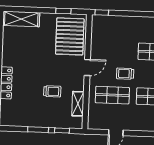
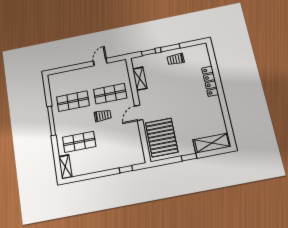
window: (63, 11) -> (189, 157), moved
window: (102, 12) -> (126, 169), moved
trolley: (52, 91) -> (176, 59), moved

